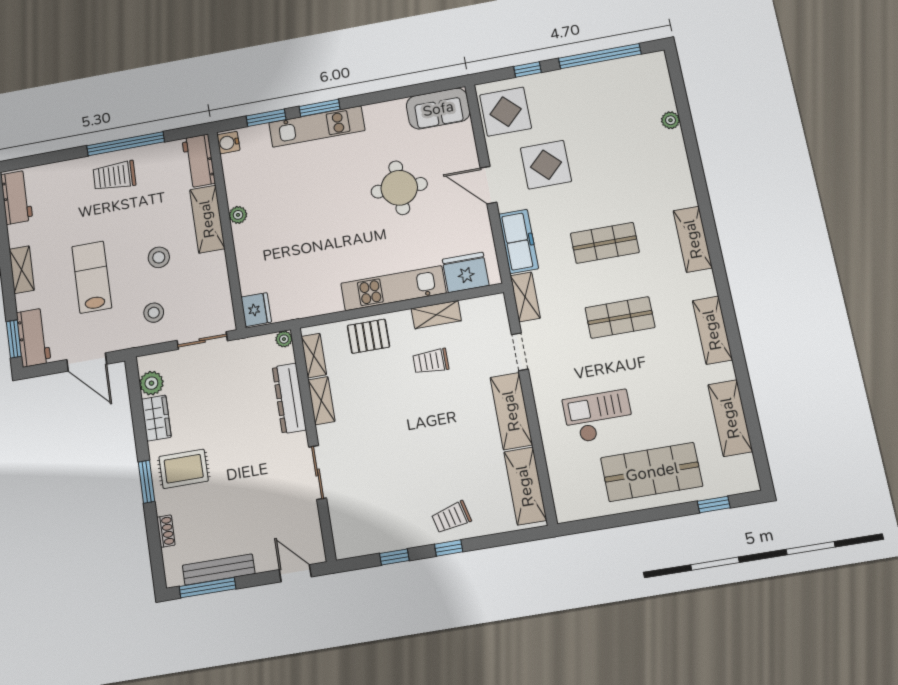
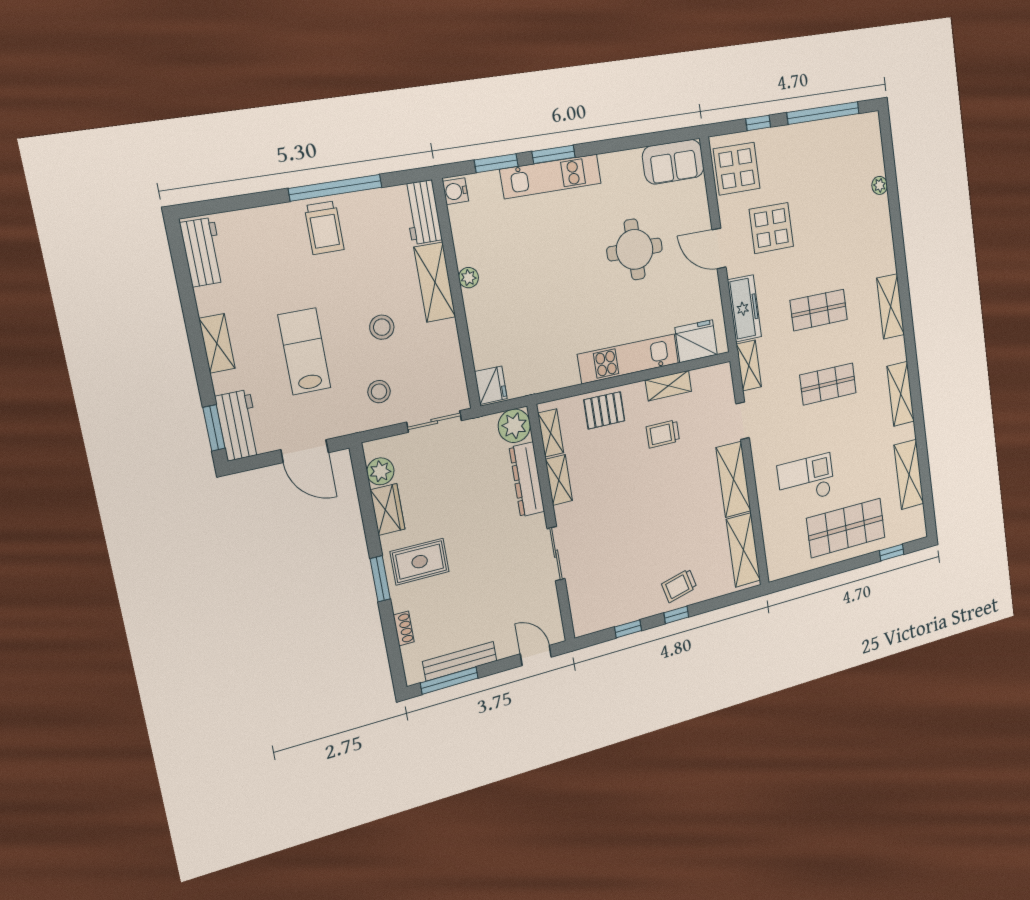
trolley: (114, 176) -> (324, 228), turned -91
plant: (284, 339) -> (514, 426), width x1.87, depth x1.87

